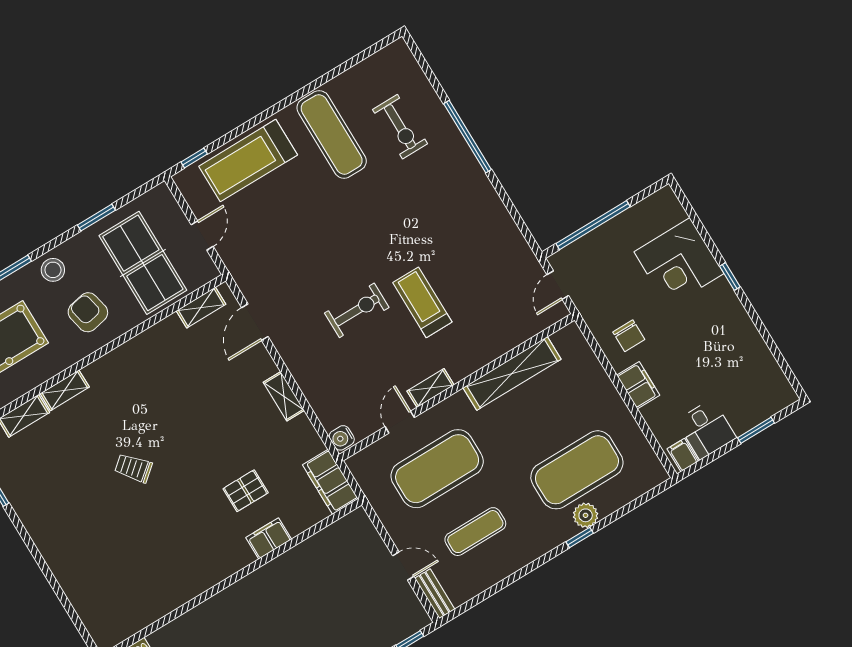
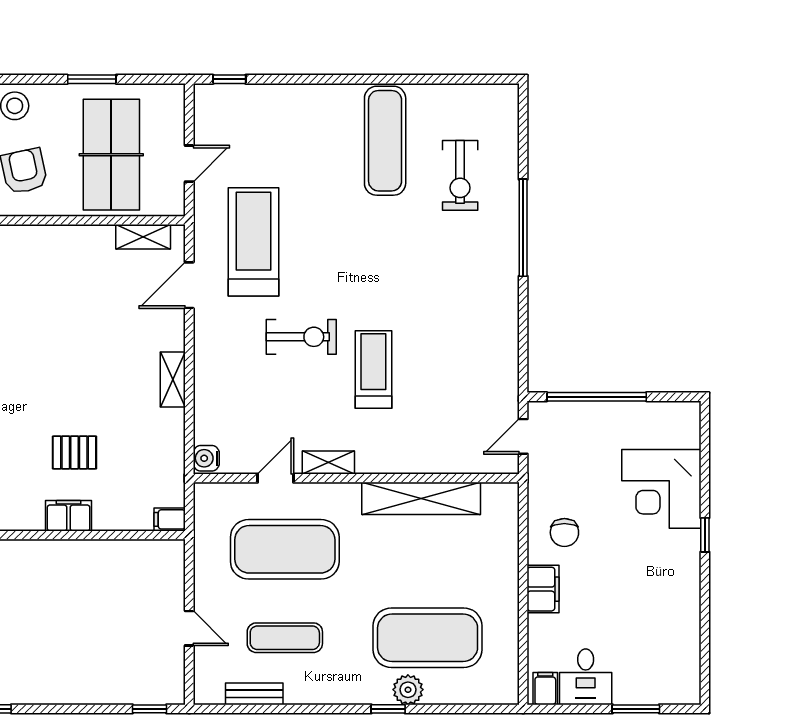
treadmill: (248, 161) -> (254, 242), moved, turned 90
filing cabinet: (330, 482) -> (170, 519), width x0.33, depth x0.86
bench: (435, 594) -> (254, 694), moved, turned 90

